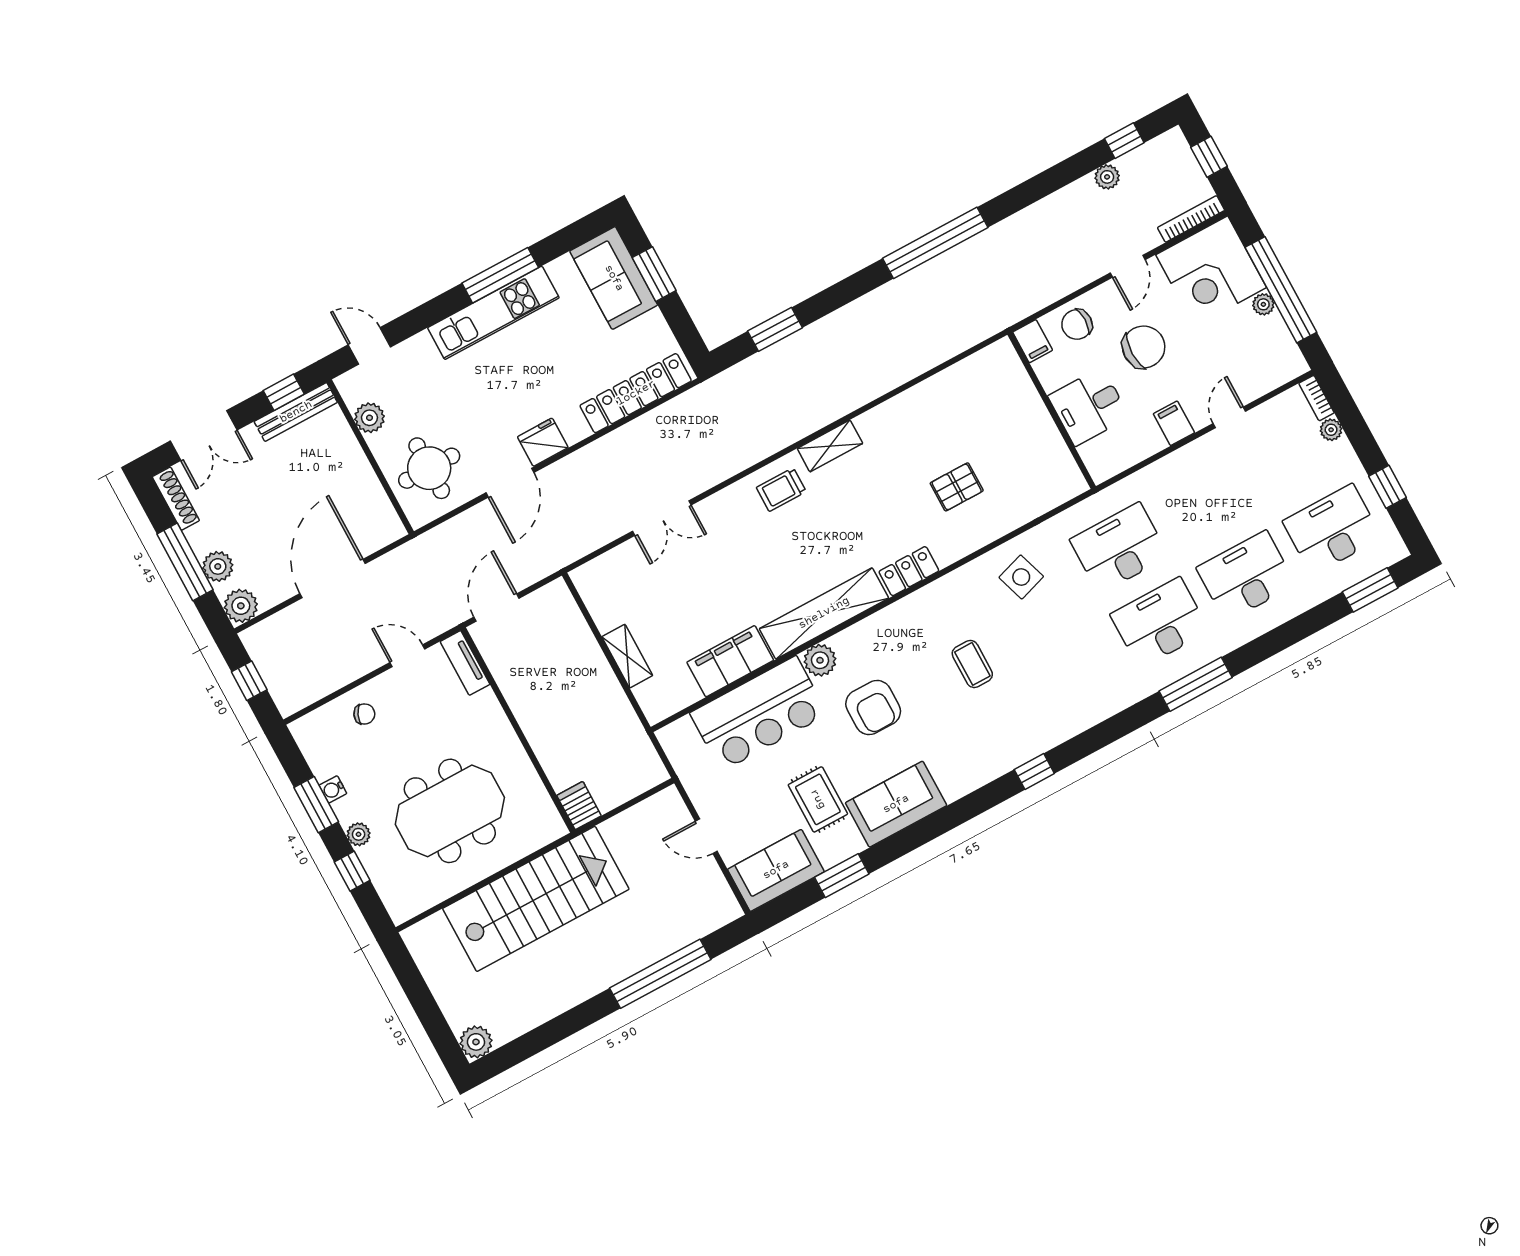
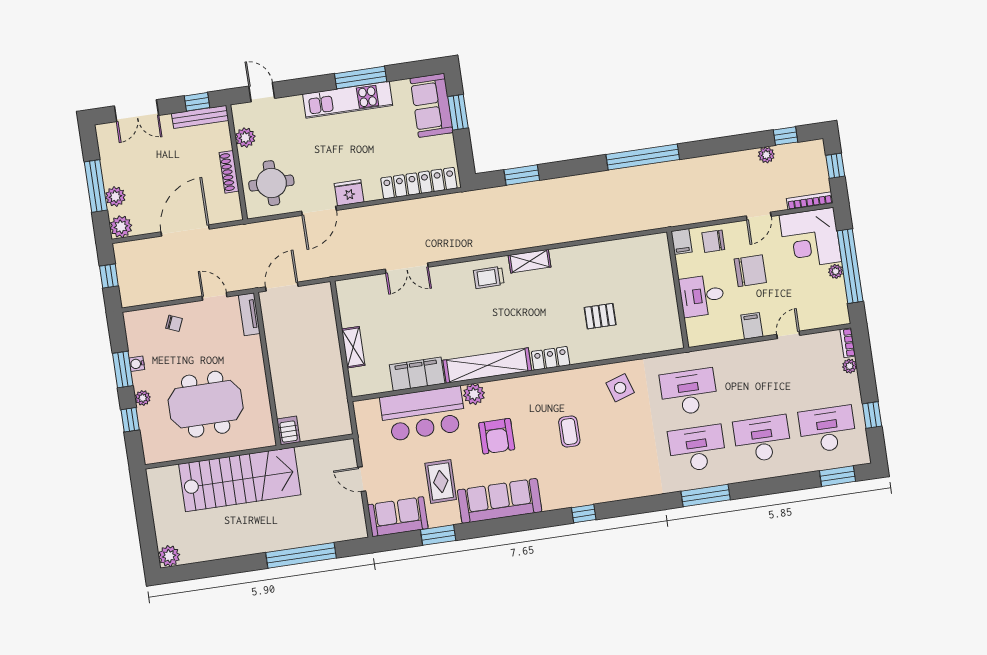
shoe rack: (176, 499) -> (229, 172), moved, turned 180
sofa: (896, 804) -> (500, 501), width x1.36

